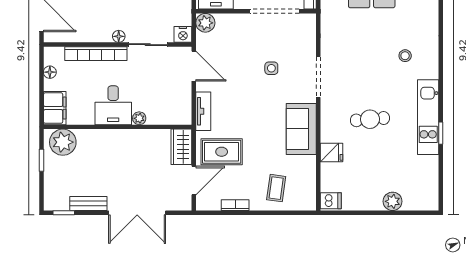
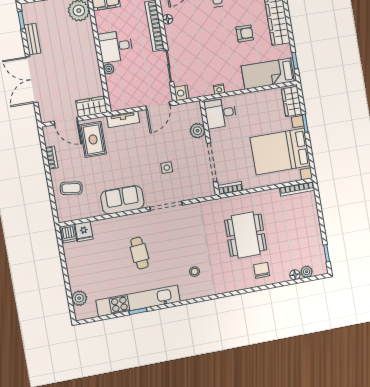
plant: (205, 23) -> (197, 131), moved
floor lamp: (119, 36) -> (168, 19), moved
kitchen unit: (428, 117) -> (138, 301), width x1.36
fridge: (331, 153) -> (84, 232), moved
plant: (393, 201) -> (79, 298), moved

